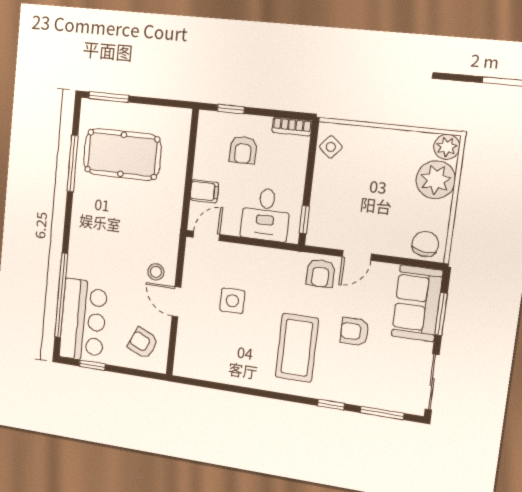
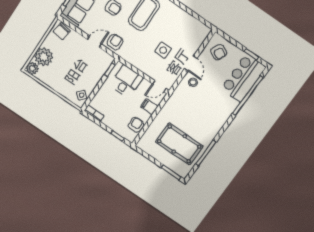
armchair: (243, 150) -> (136, 125), moved

